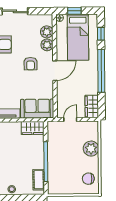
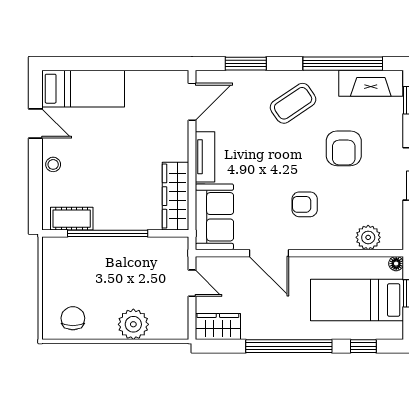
plant: (47, 45) -> (342, 238), removed
door: (55, 71) -> (269, 253), moved
wardrobe: (33, 128) -> (176, 196), width x1.50

